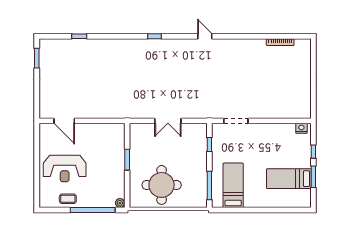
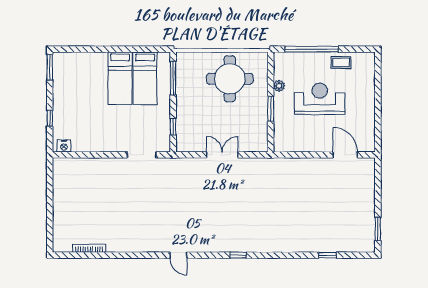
reception desk: (65, 169) -> (320, 99), moved
window: (313, 177) -> (50, 67), moved
bed: (289, 179) -> (120, 78), moved, turned 90
plant: (120, 203) -> (279, 86), moved

